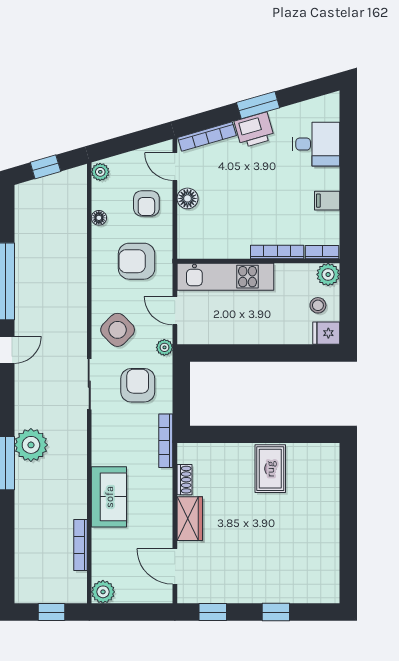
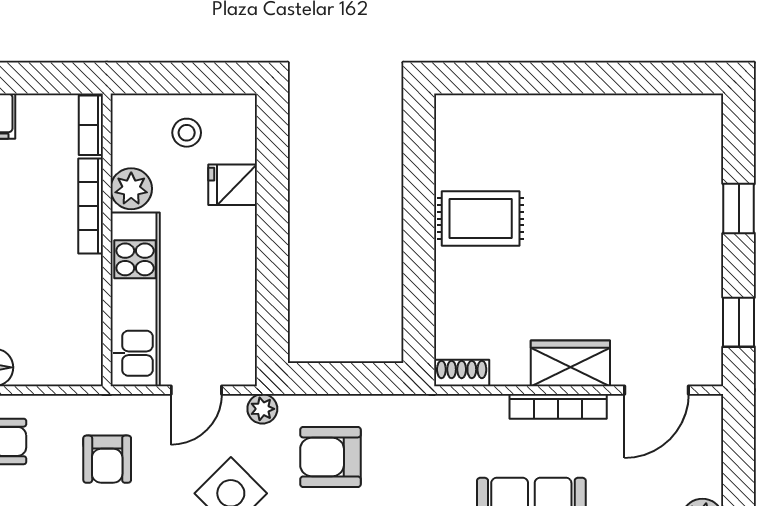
armchair: (137, 261) -> (107, 459), width x0.72, depth x0.72
plant: (328, 274) -> (131, 189), moved
fridge: (326, 333) -> (233, 185), moved, turned 90
bookcase: (166, 441) -> (558, 406), moved
shoe rack: (184, 480) -> (462, 373), moved

